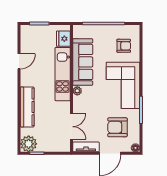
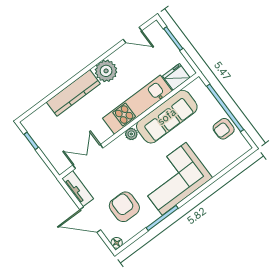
armchair: (124, 46) -> (224, 129), moved, turned 90
door: (19, 61) -> (132, 35), moved
double door: (71, 127) -> (88, 157), swing flipped
plant: (29, 144) -> (106, 71), moved

